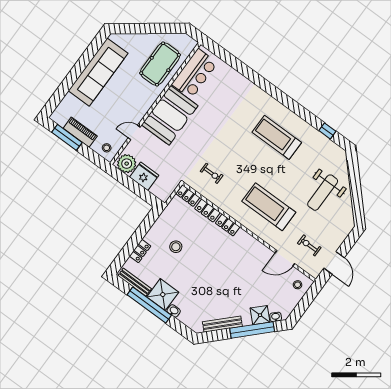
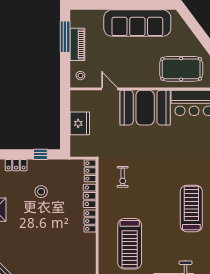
plant: (127, 164) -> (80, 101), removed
treadmill: (269, 207) -> (130, 244), turned 180
window: (146, 226) -> (40, 154), added

